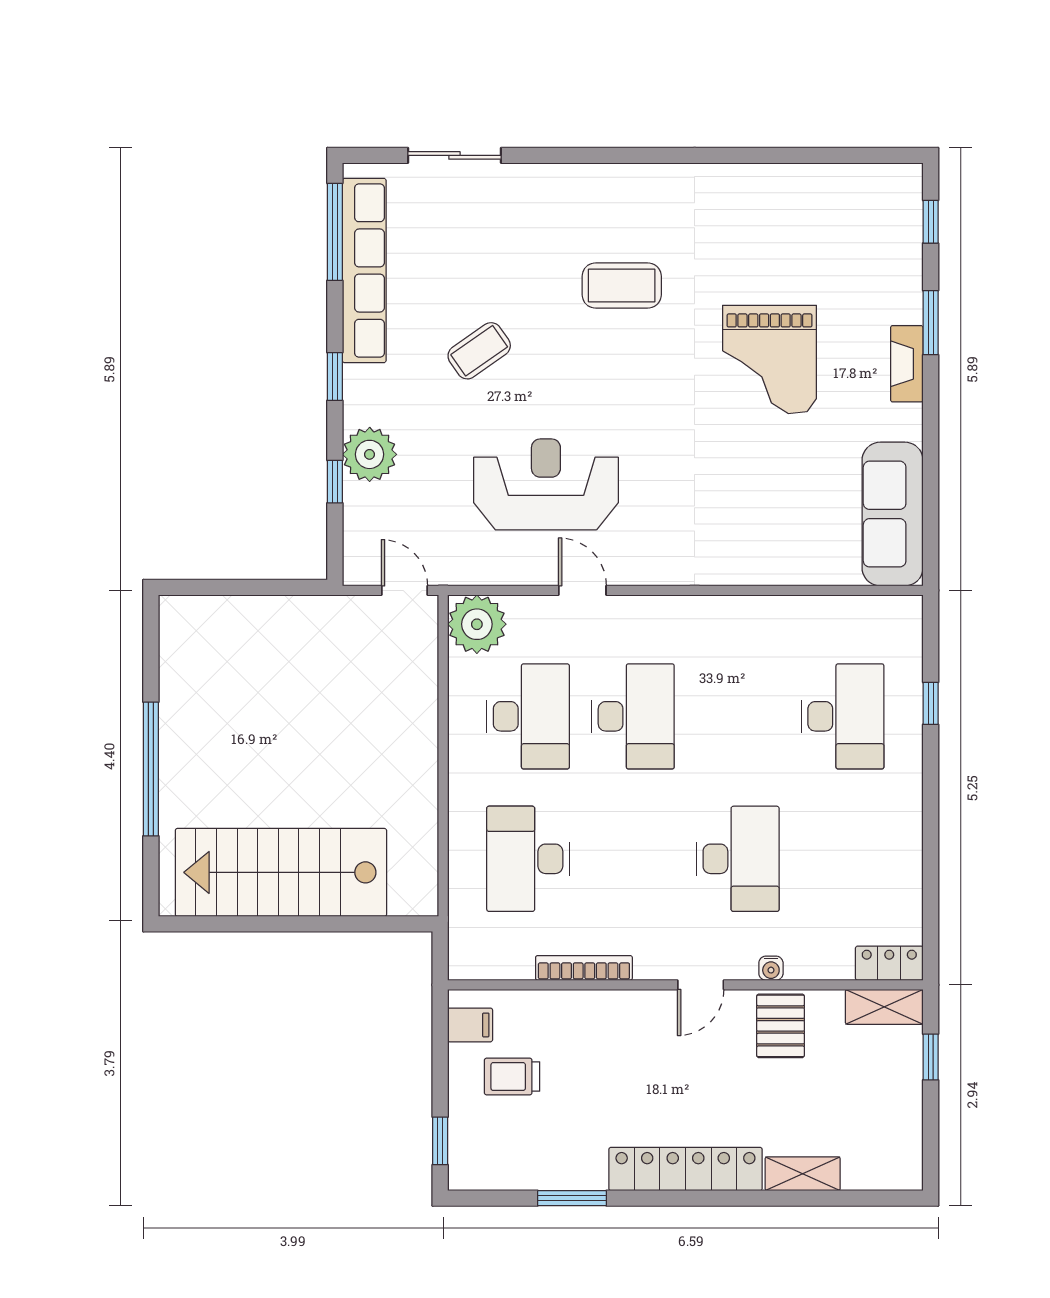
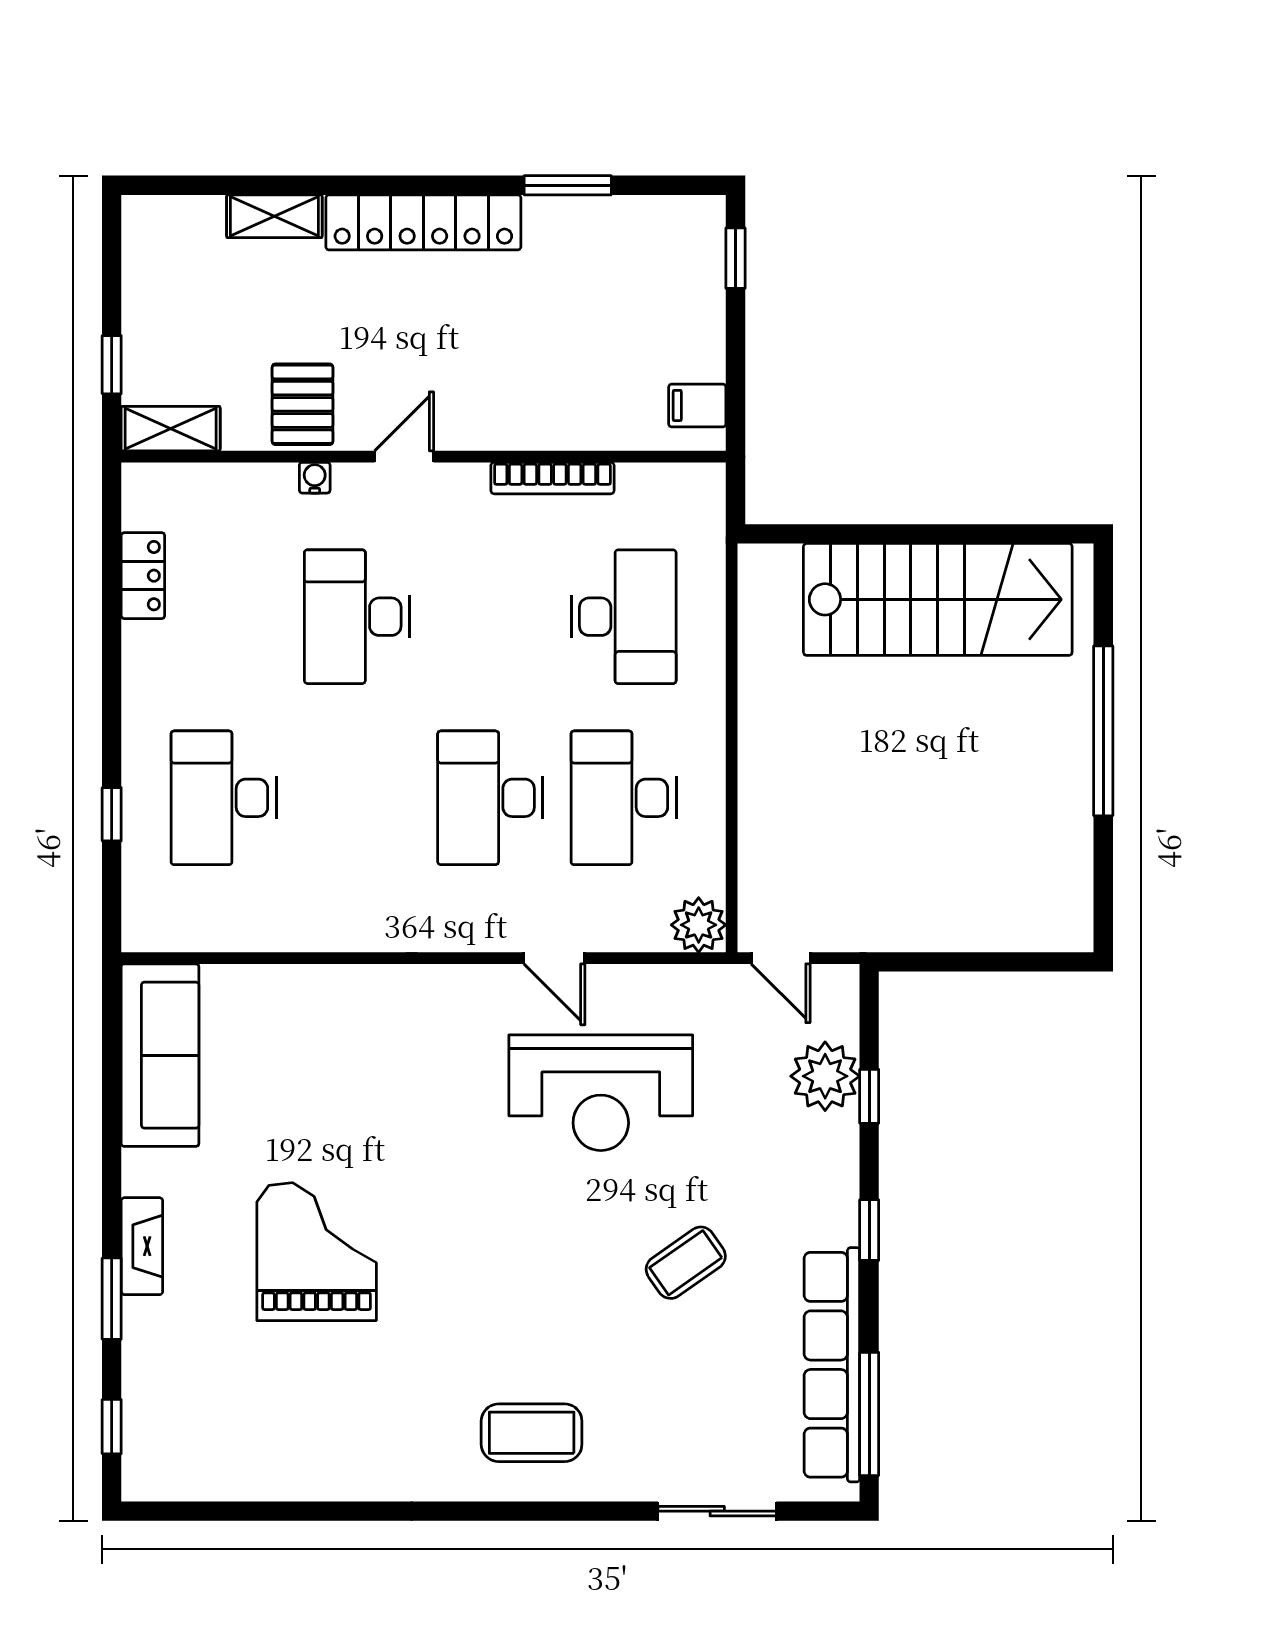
coffee table: (622, 285) -> (532, 1433), moved
plant: (370, 454) -> (825, 1076), moved
plant: (477, 624) -> (699, 925), width x0.73, depth x0.73
locker: (889, 963) -> (143, 576), moved, turned -90
trolley: (512, 1077) -> (644, 340), removed

